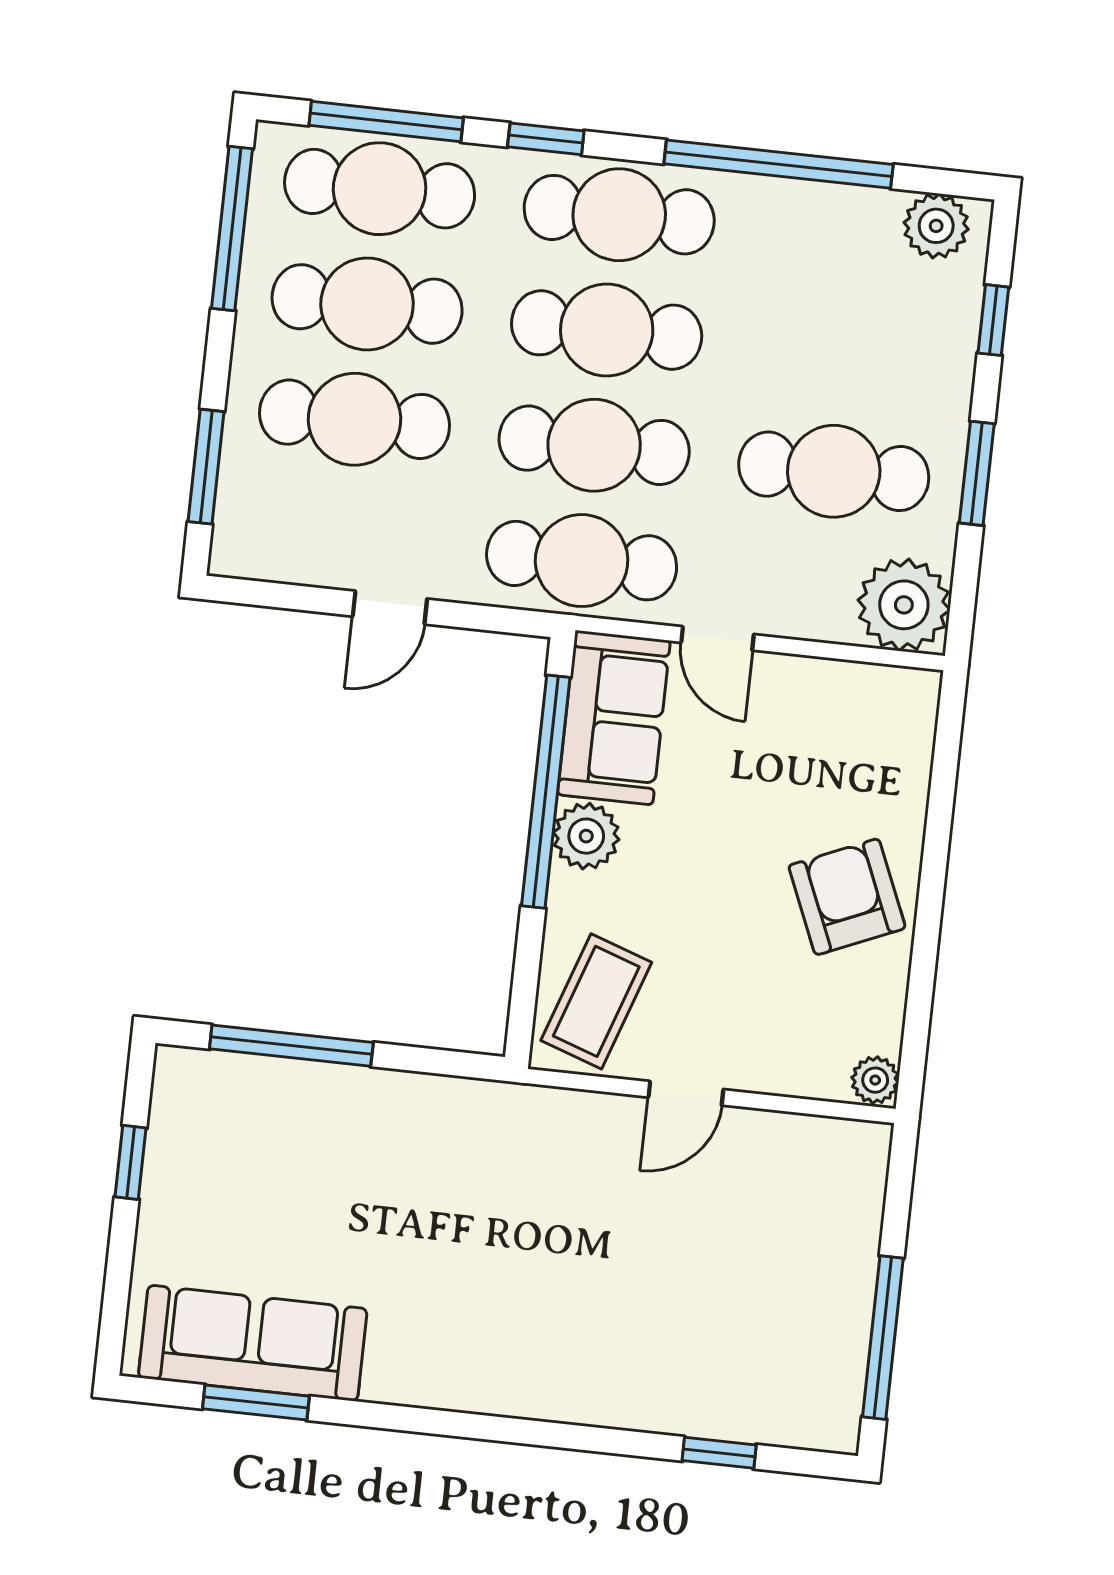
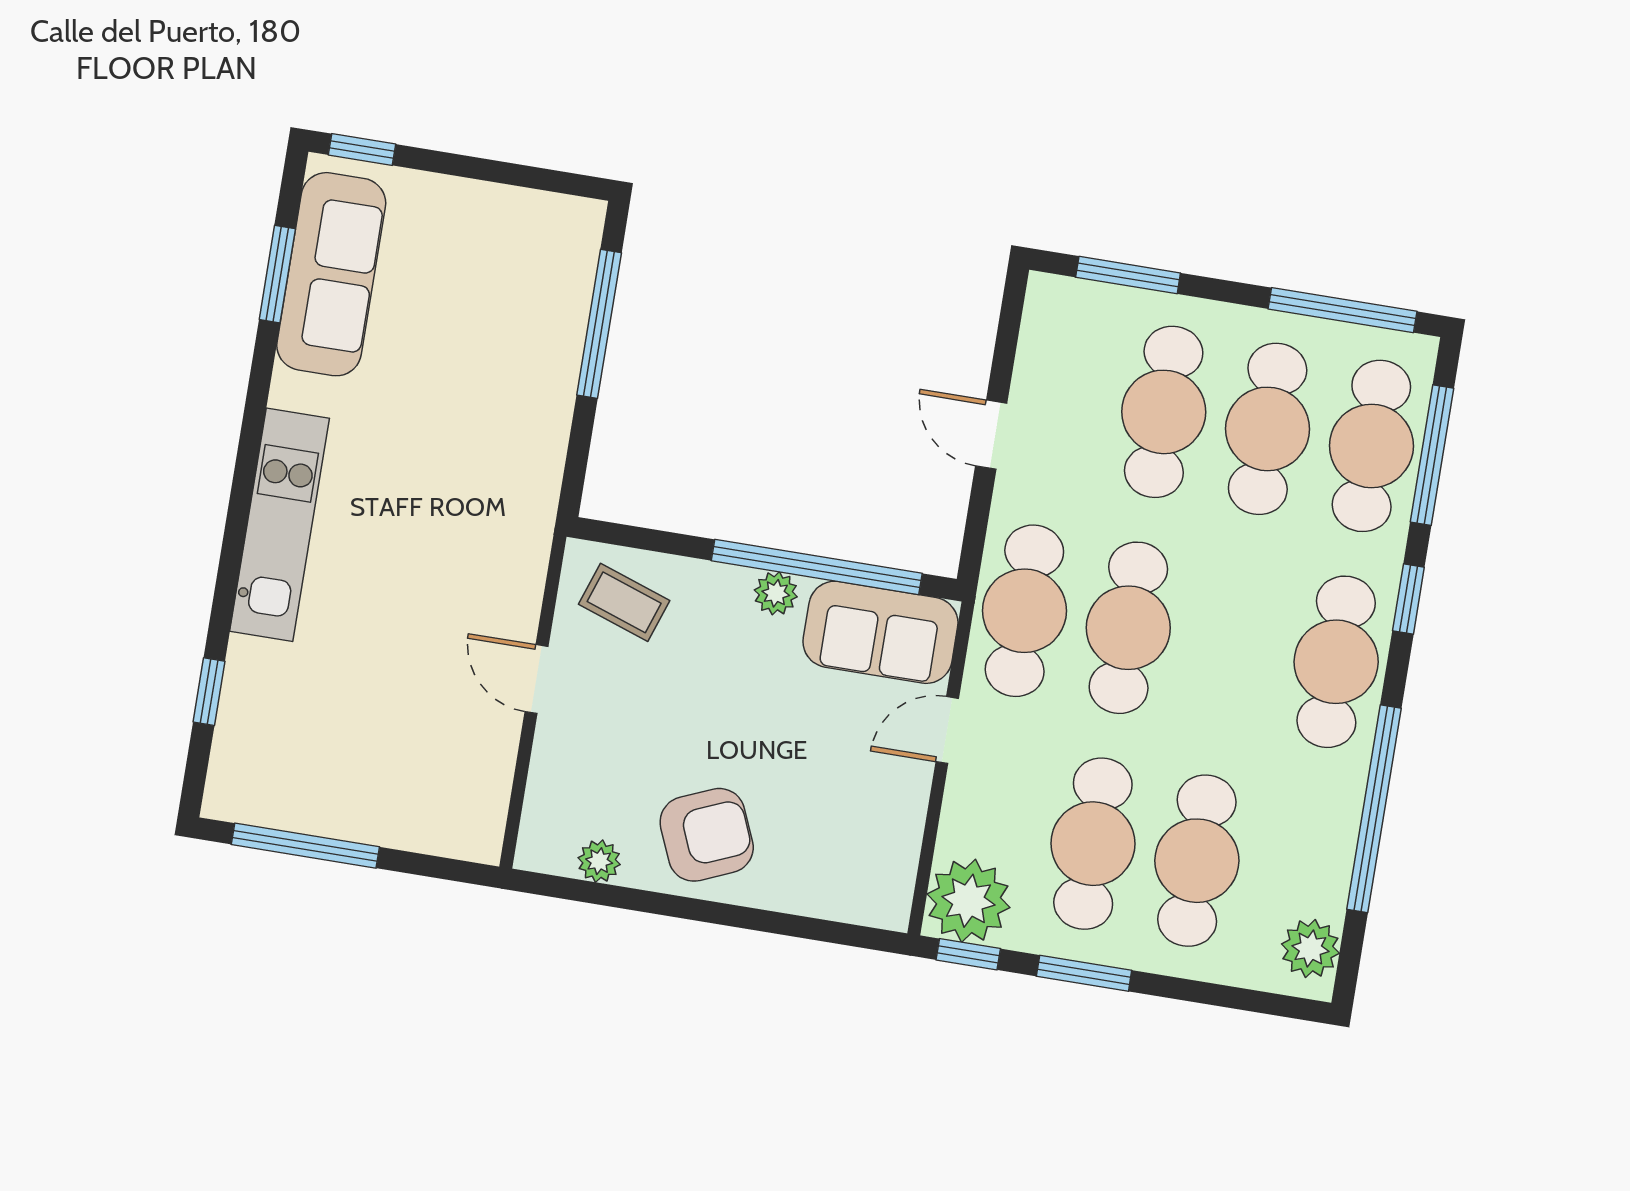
window: (993, 320) -> (968, 954), moved
cafe table: (607, 330) -> (1197, 861), moved
plant: (586, 836) -> (776, 593), width x0.73, depth x0.73
coffee table: (596, 1001) -> (624, 602), width x0.73, depth x0.77
plant: (875, 1080) -> (599, 861), moved
window: (131, 1162) -> (362, 150), moved
kitchen unit: (531, 1385) -> (279, 525), added

